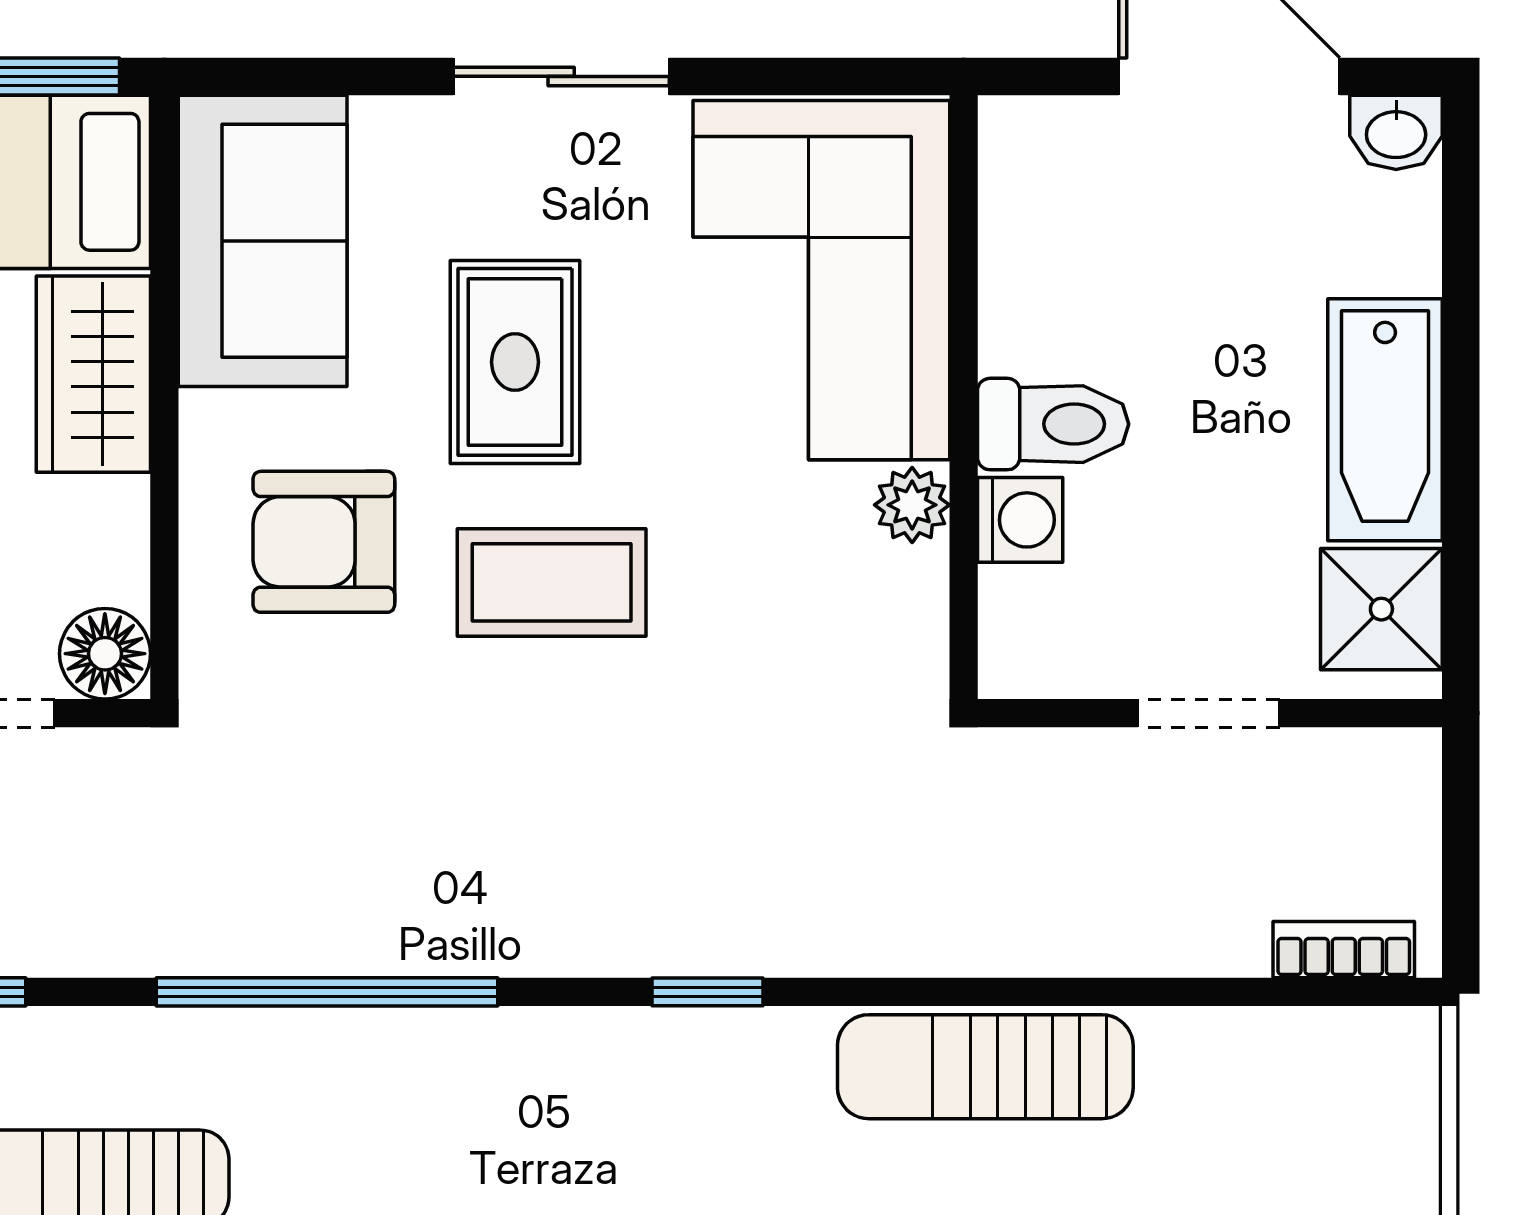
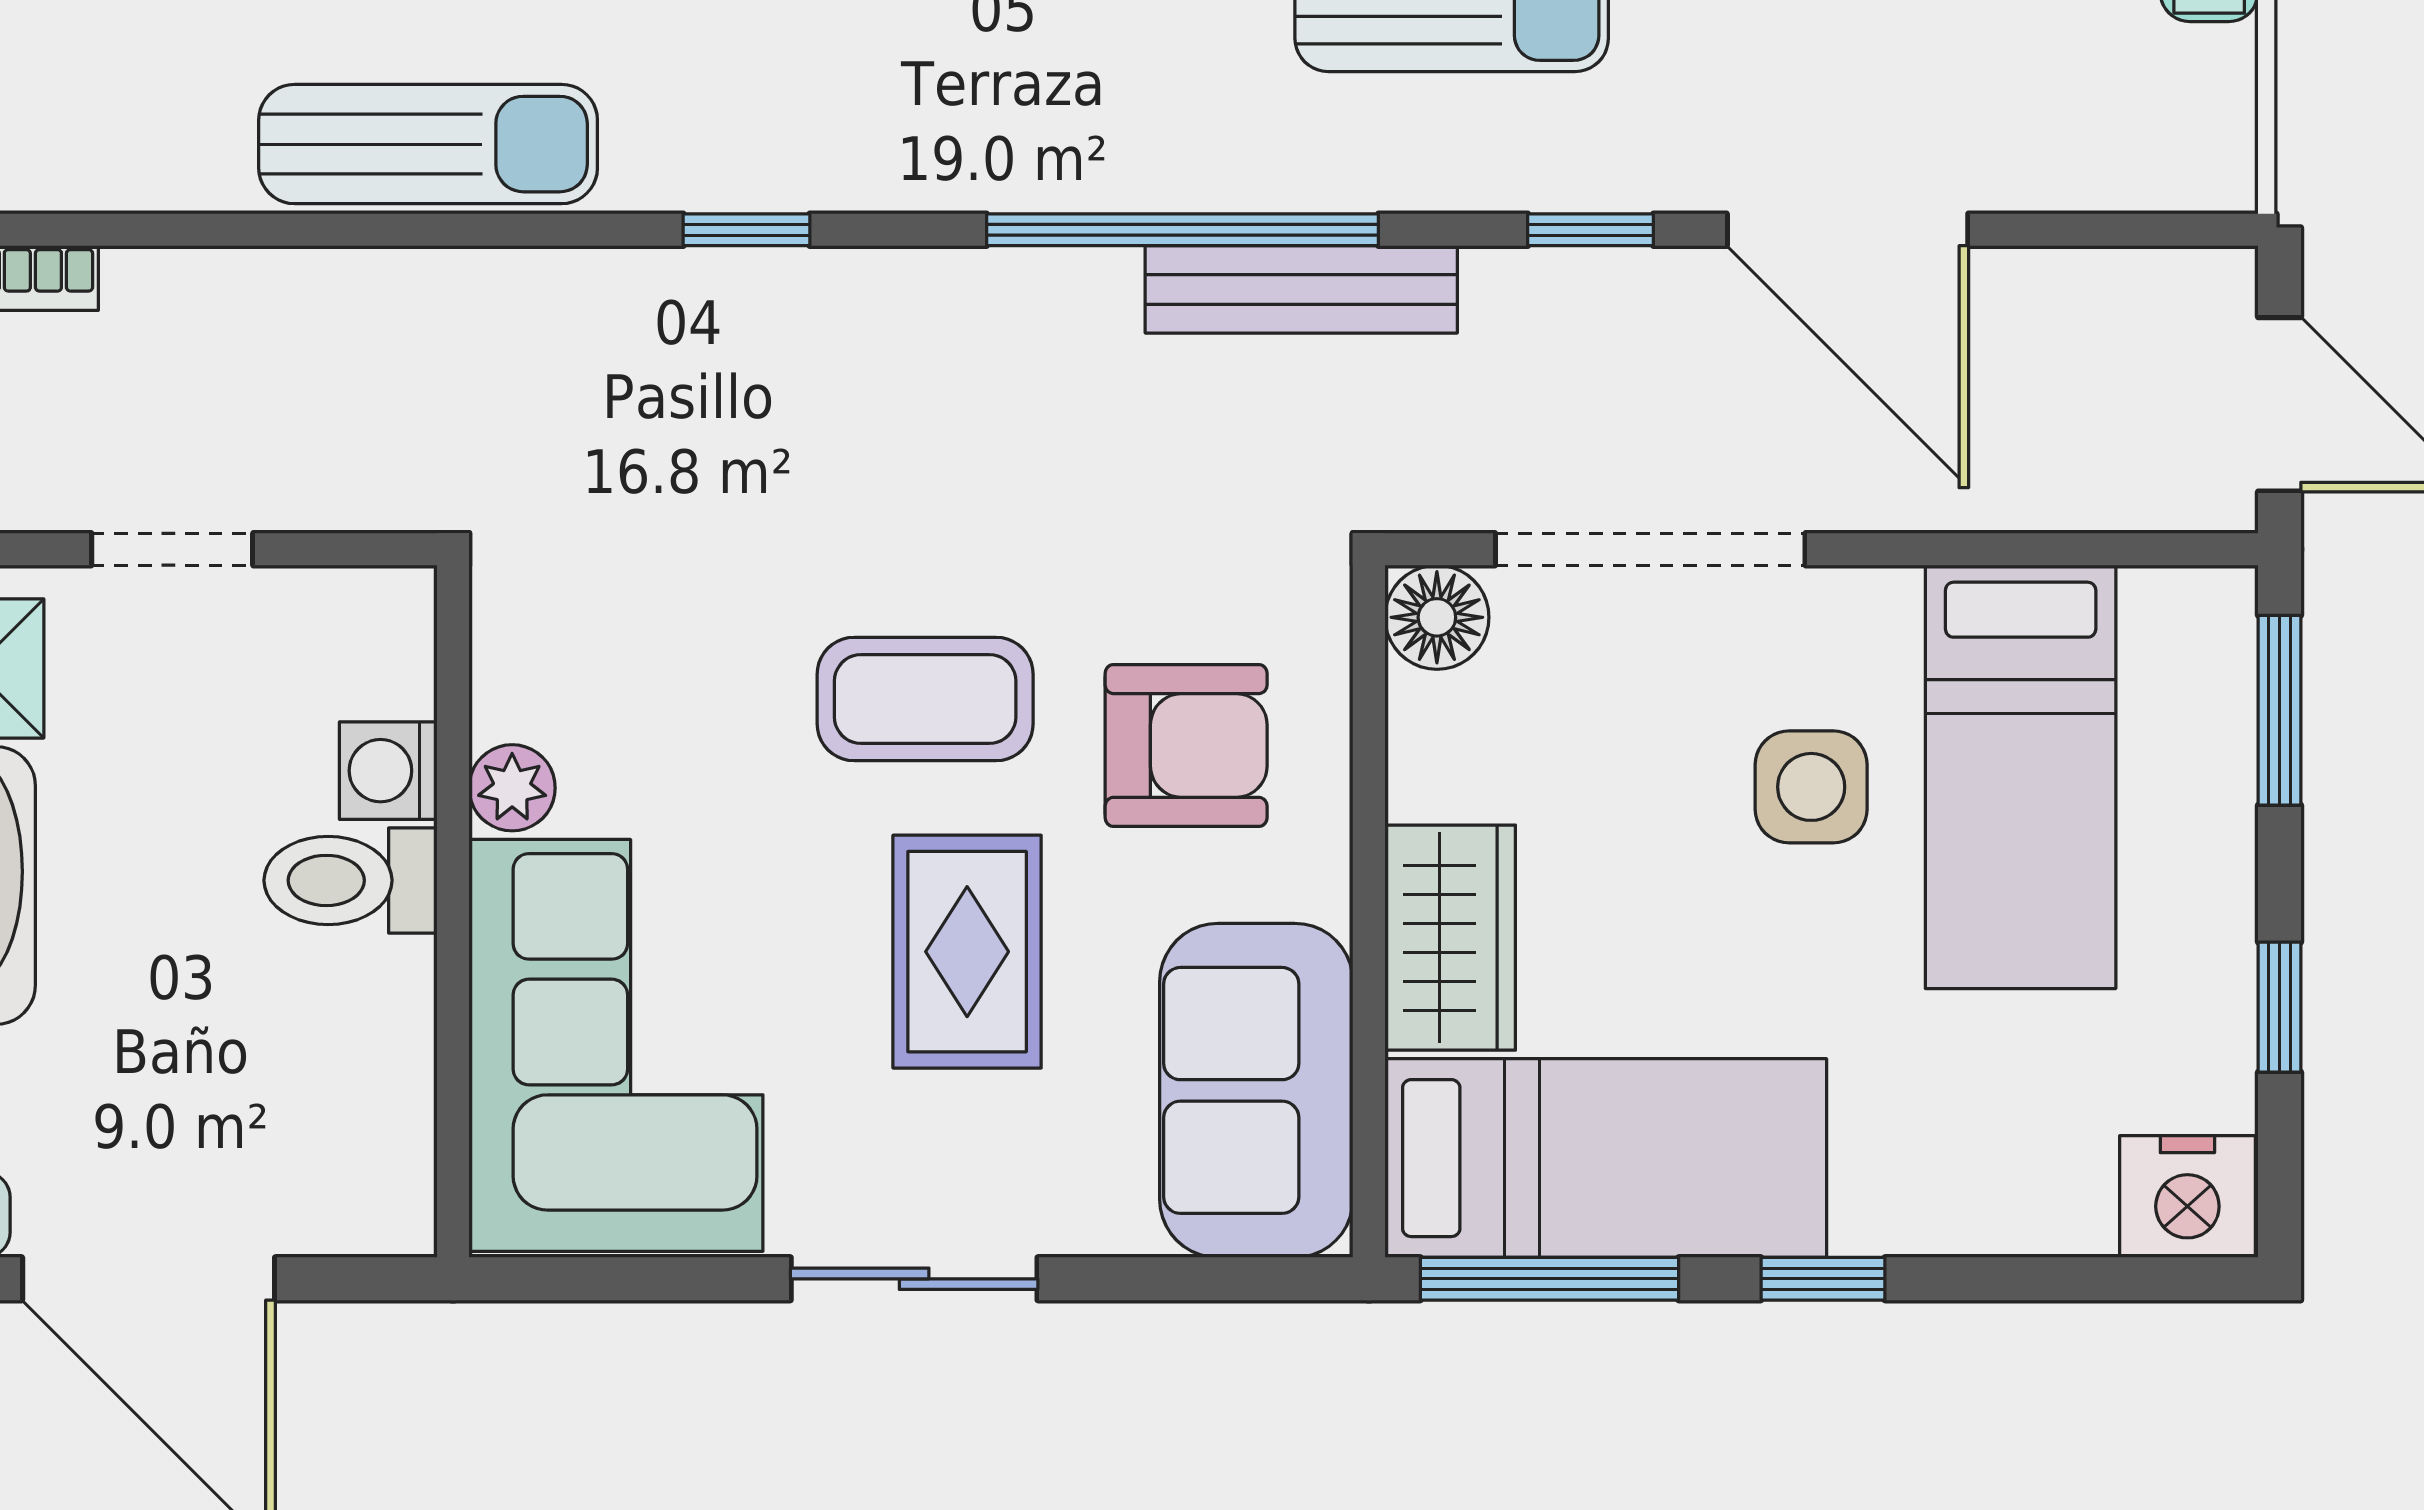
bench: (223, 940) -> (1301, 289), added

